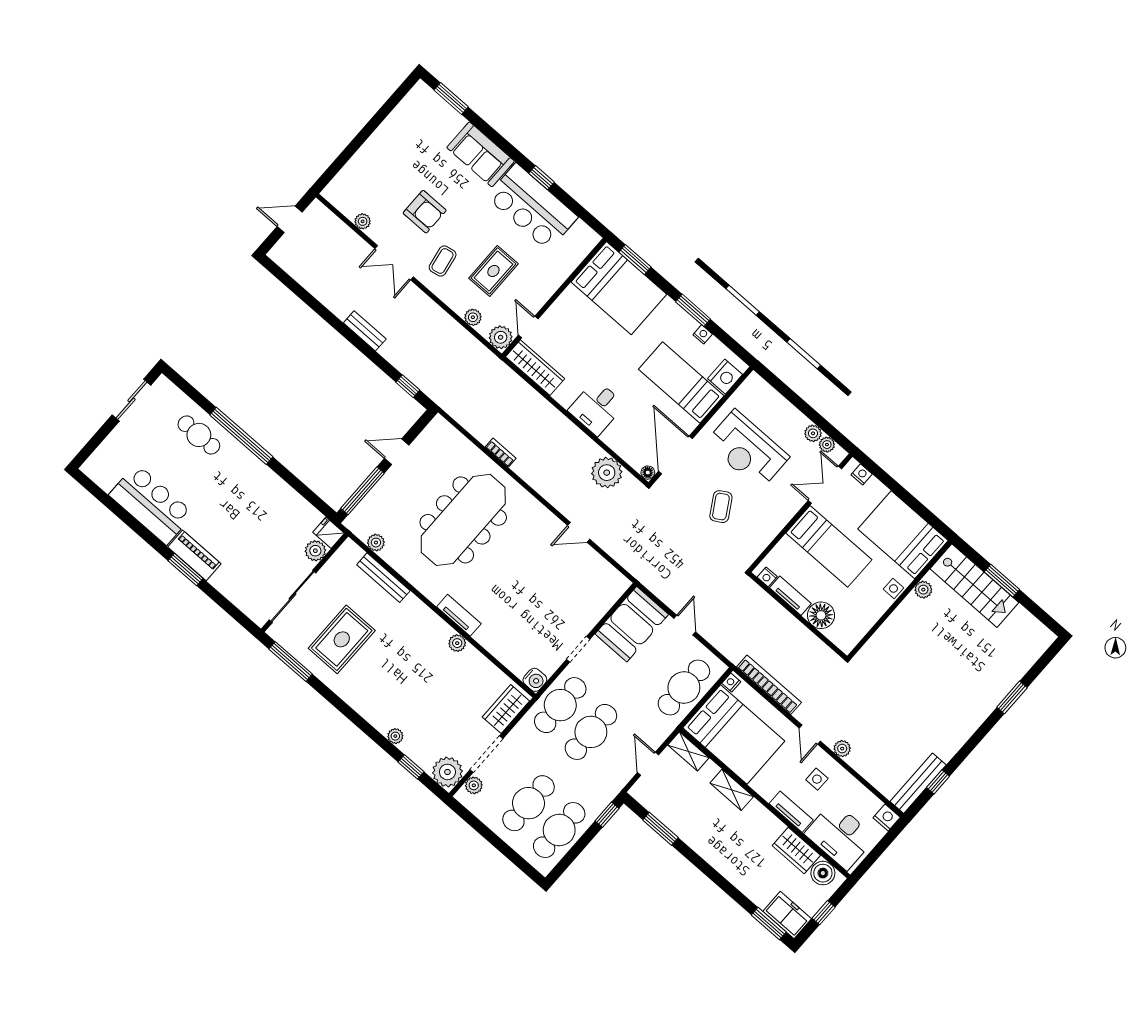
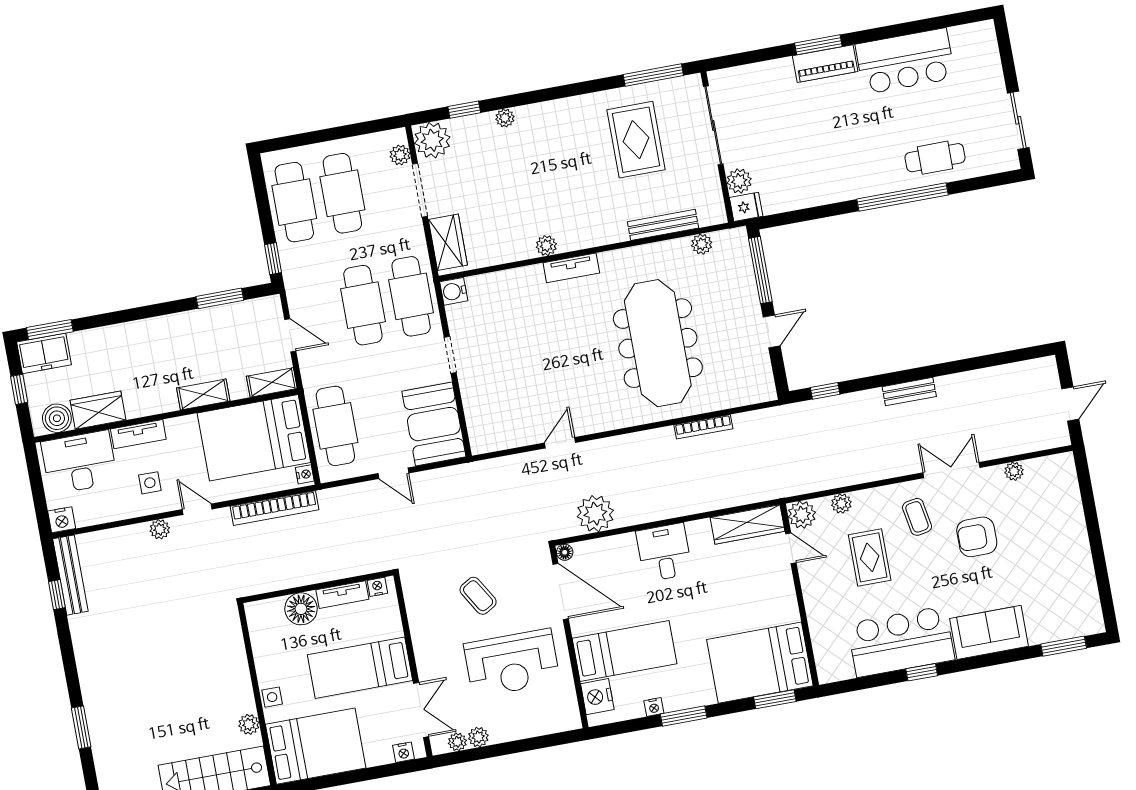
reception desk: (747, 450) -> (512, 663), turned 180
bookcase: (501, 453) -> (703, 427), width x1.56

